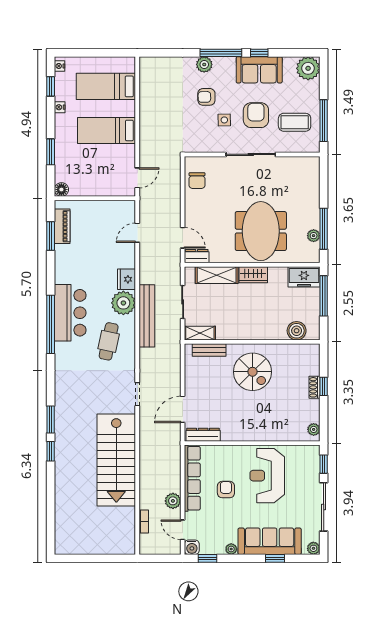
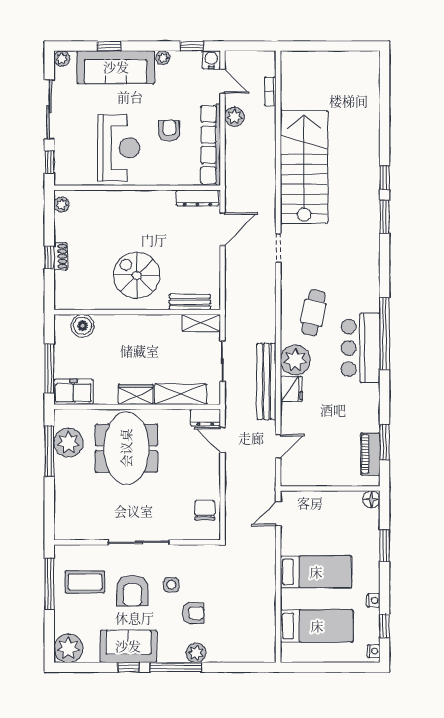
plant: (314, 236) -> (68, 443), width x1.88, depth x1.88
bench: (147, 316) -> (266, 382), moved
armchair: (226, 490) -> (169, 131), turned 180

